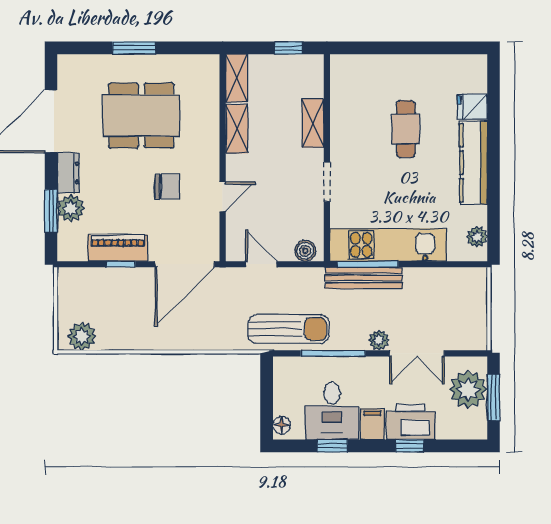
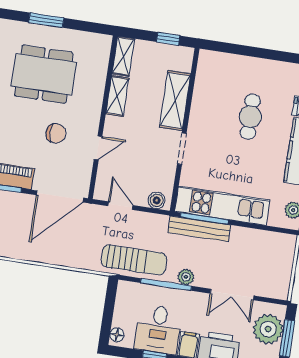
shelving: (313, 123) -> (175, 101), width x1.50, depth x1.33
plant: (379, 340) -> (186, 277), moved

